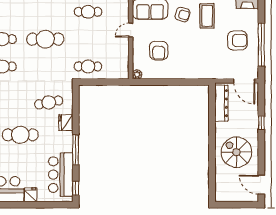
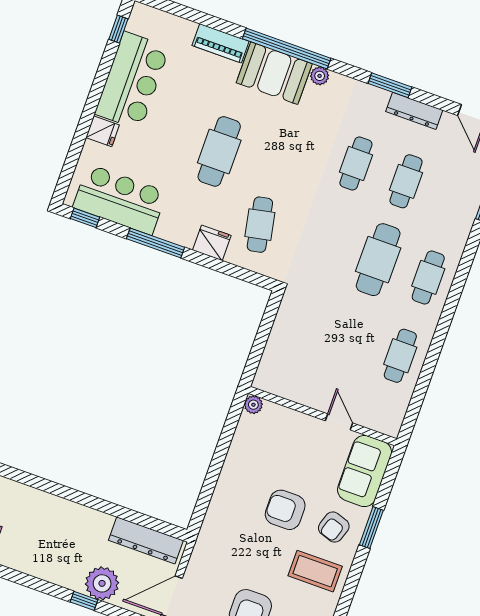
armchair: (159, 51) -> (285, 510), moved
cafe table: (88, 66) -> (428, 277), moved
plant: (250, 117) -> (102, 583), added
spiral stairs: (236, 152) -> (46, 536), removed

